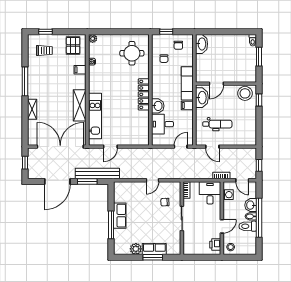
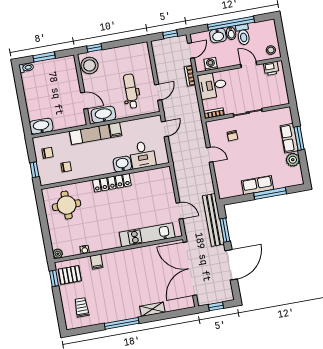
window: (45, 32) -> (54, 278), moved
shelving: (80, 105) -> (138, 255), removed
door: (181, 147) -> (165, 129), swing flipped
door: (57, 182) -> (231, 265), hinge flipped

